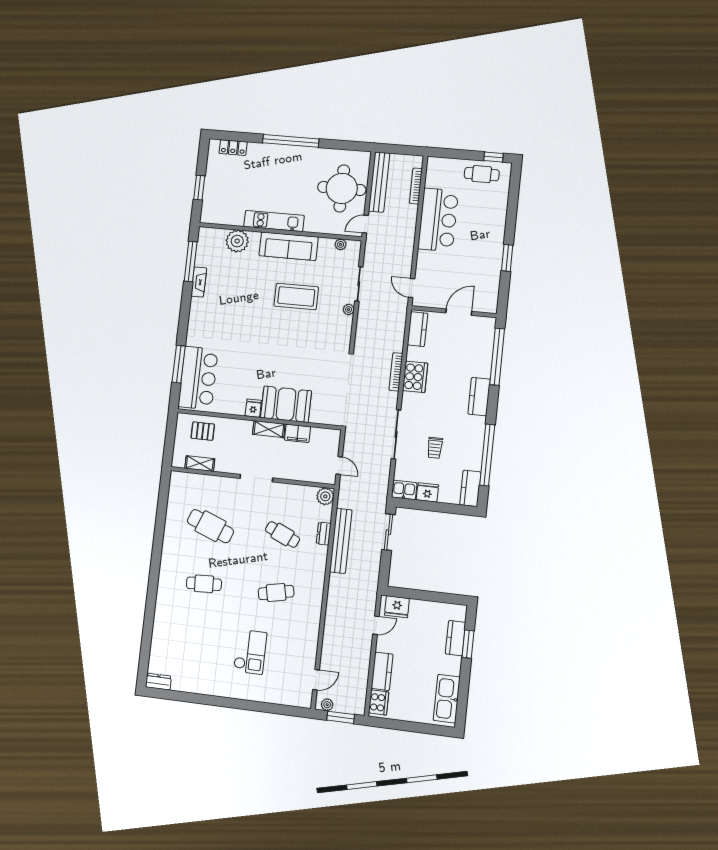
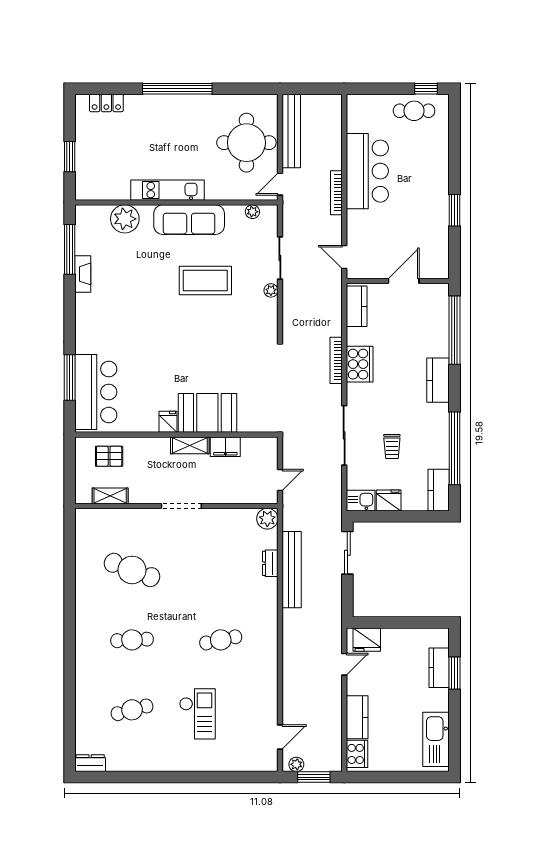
bookcase: (416, 186) -> (336, 193), moved
door: (339, 465) -> (280, 480), hinge flipped
cafe table: (283, 534) -> (132, 710), moved, turned -39

